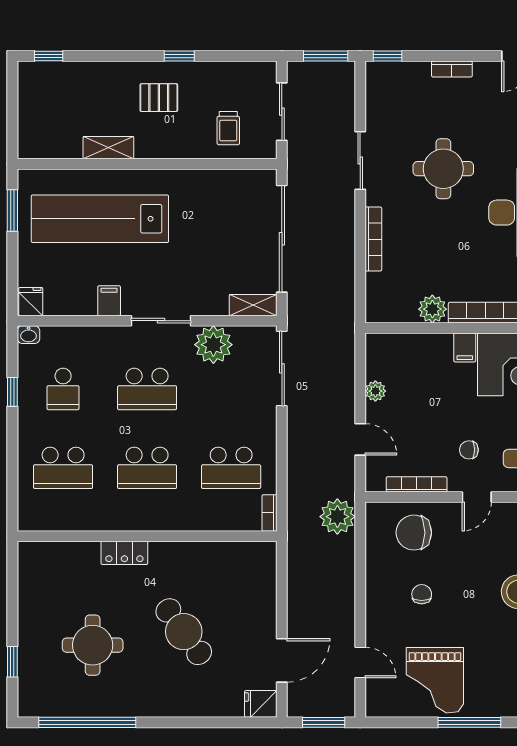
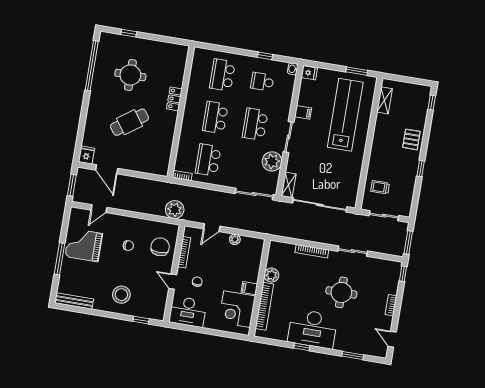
pallet: (159, 98) -> (411, 139), moved
shelving: (108, 148) -> (384, 100), moved

